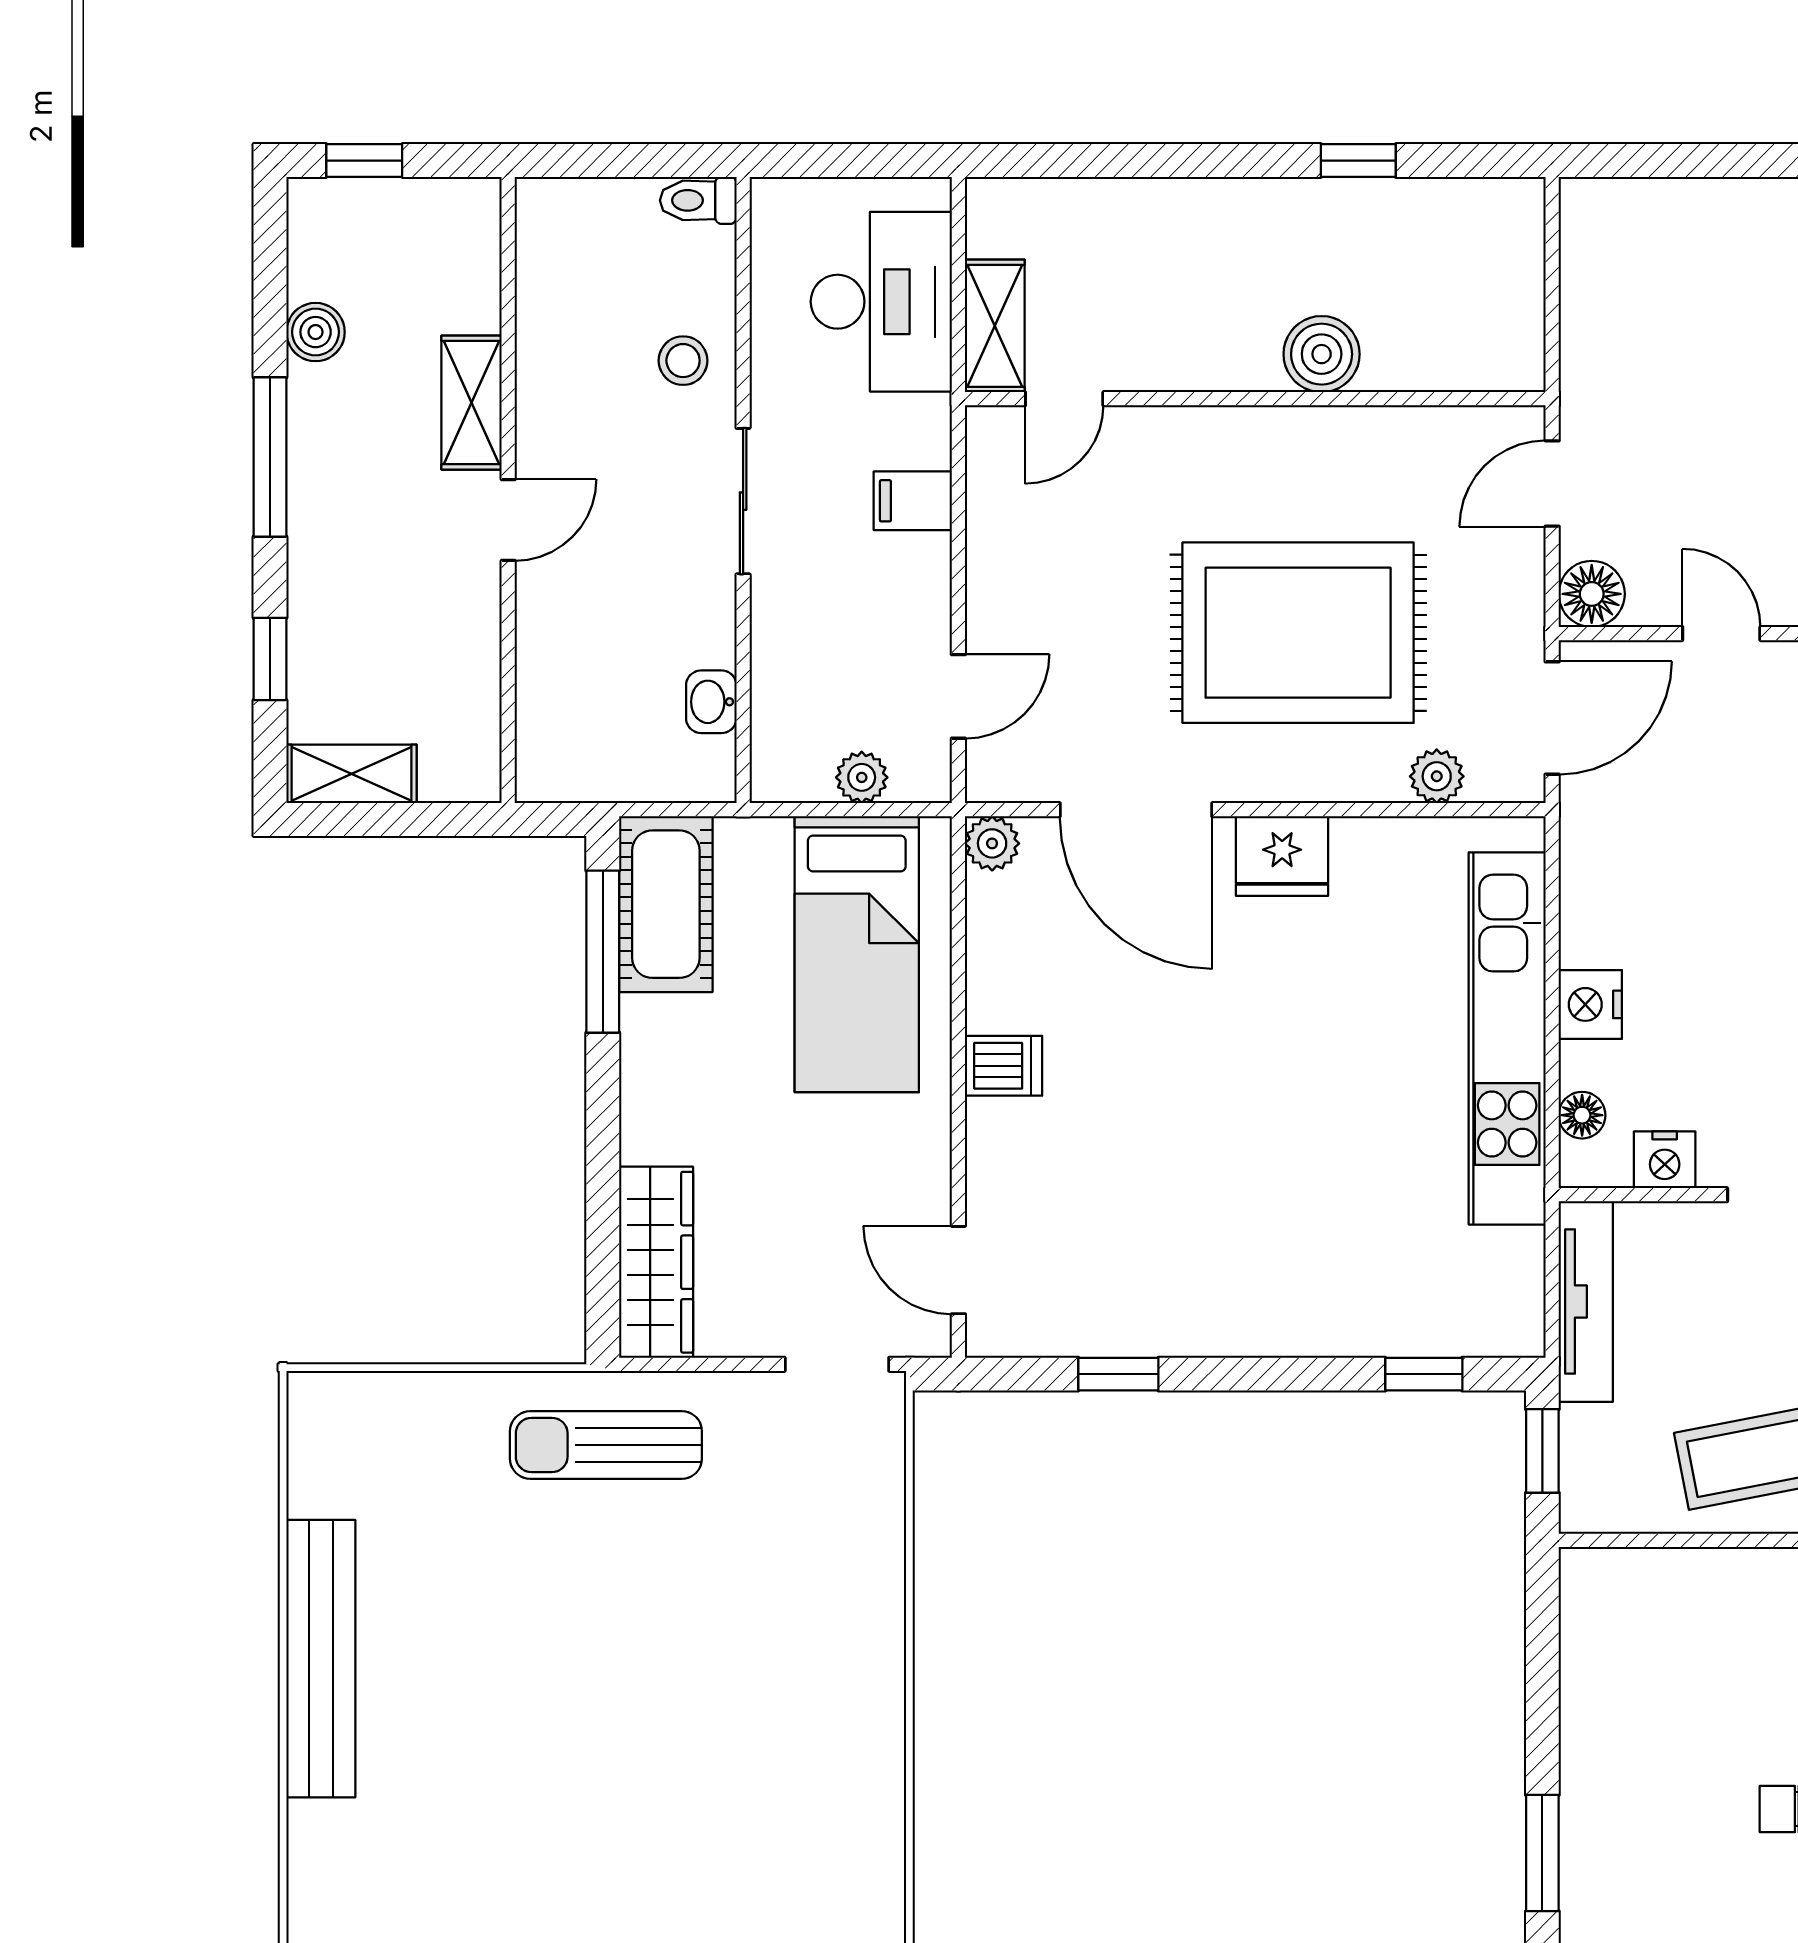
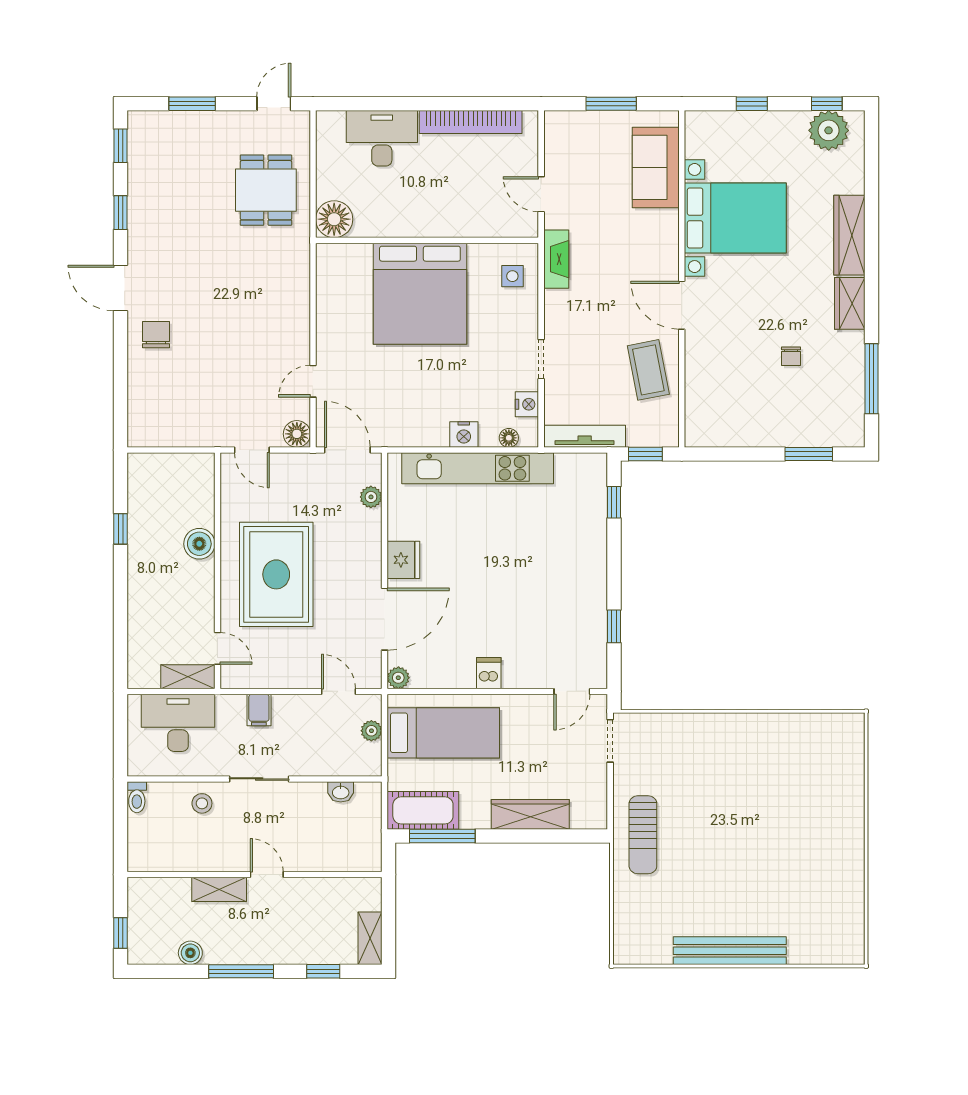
rug: (1298, 633) -> (276, 574), moved
wardrobe: (656, 1262) -> (530, 814), moved

